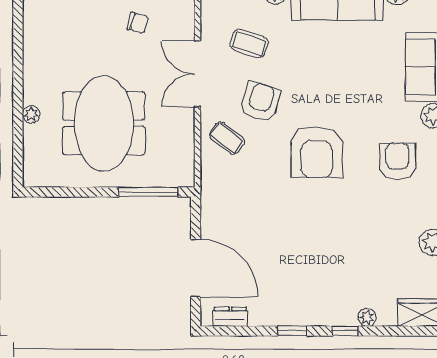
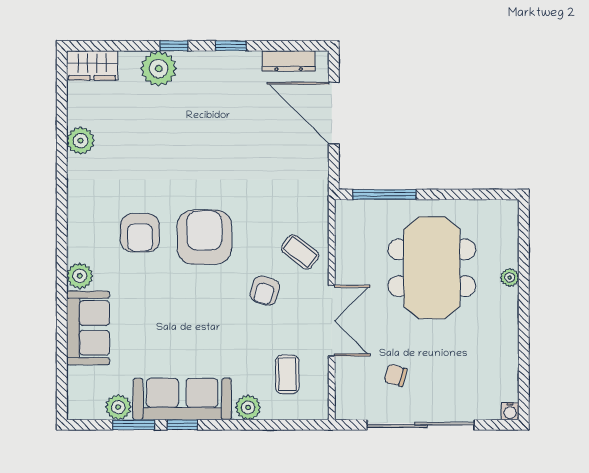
coffee table: (249, 43) -> (287, 374), moved, turned 72
armchair: (260, 102) -> (265, 291), width x0.72, depth x0.72
armchair: (398, 161) -> (140, 233), moved
dresser: (230, 317) -> (289, 61), width x1.44
plant: (367, 318) -> (159, 69), width x1.87, depth x1.87

